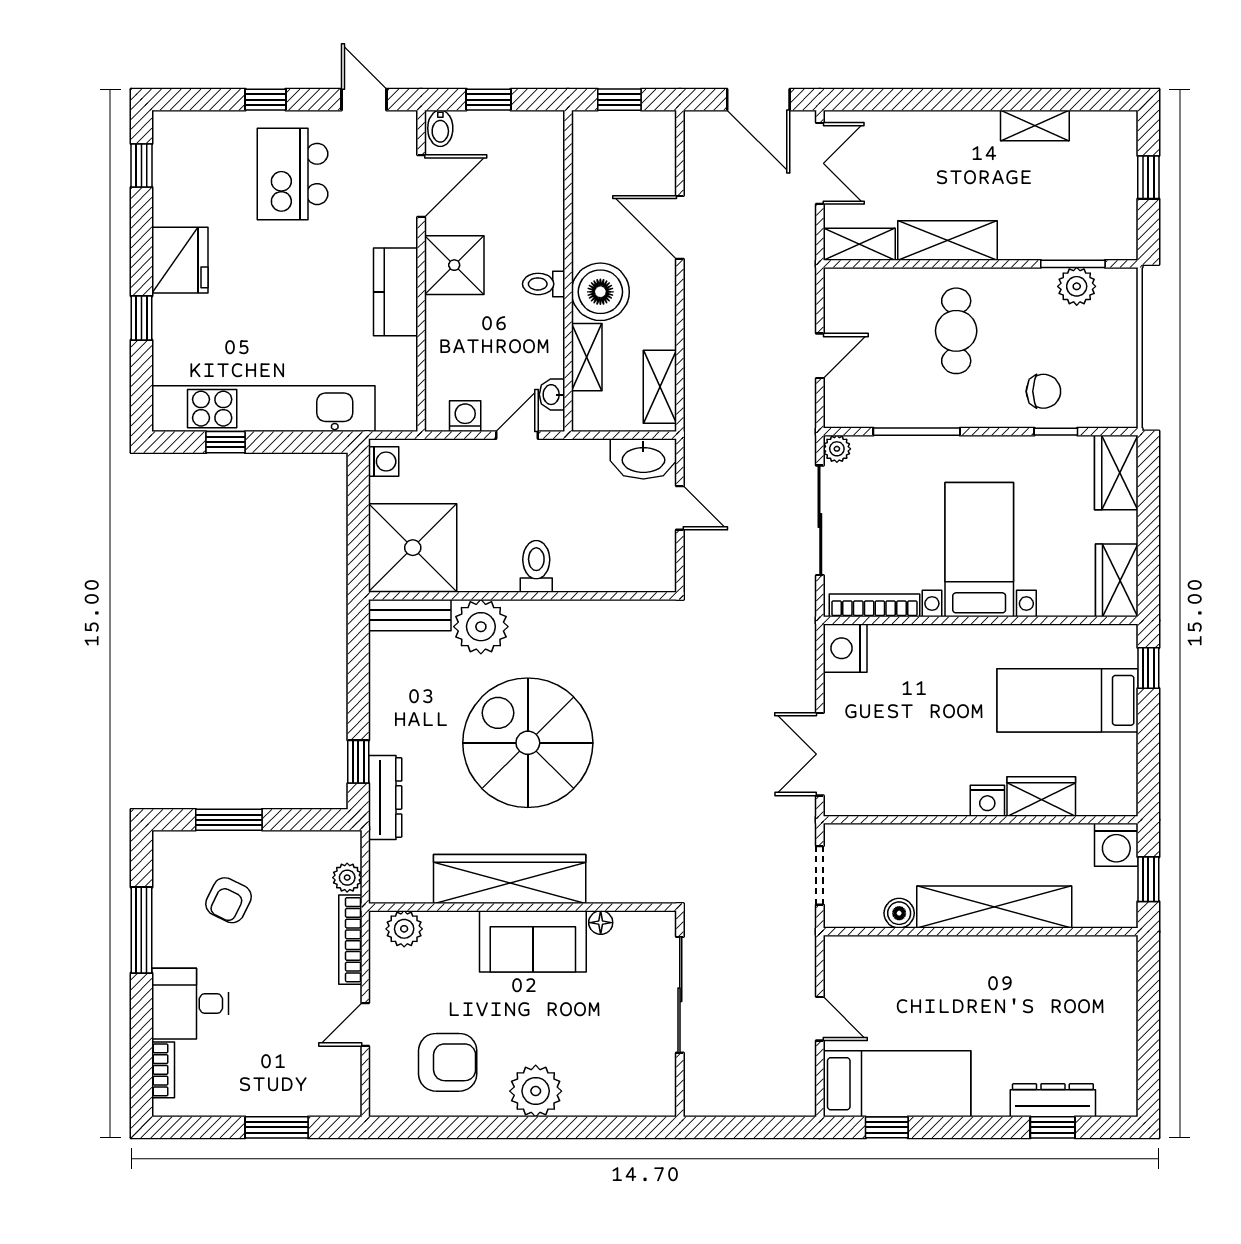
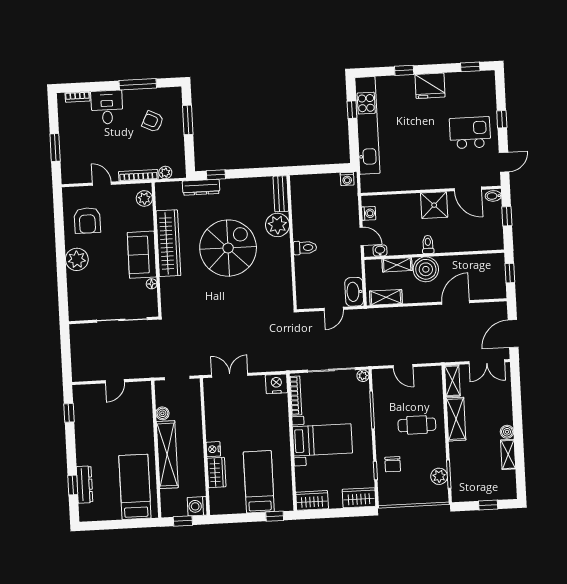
boiler: (983, 125) -> (507, 432), added
kitchen counter: (396, 292) -> (421, 180), removed
shower: (413, 548) -> (310, 194), removed
bed: (897, 1084) -> (135, 487), moved, turned 180

